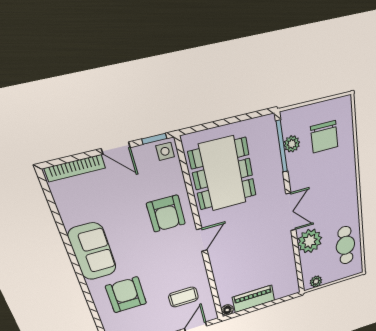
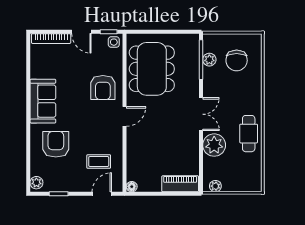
cafe table: (346, 245) -> (249, 134), moved
piano: (254, 299) -> (180, 184), moved

